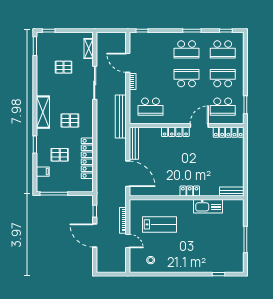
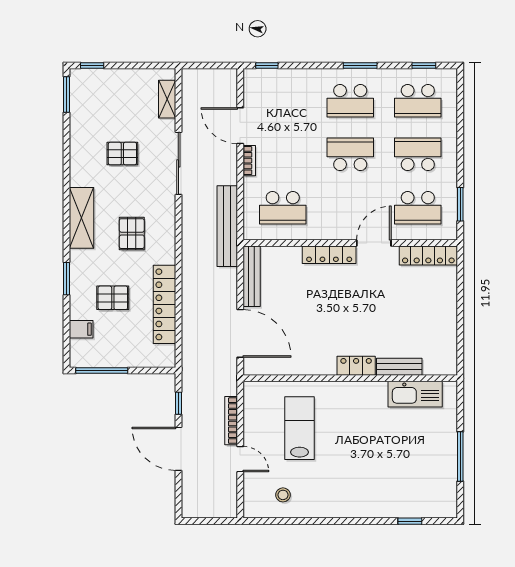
pallet: (64, 67) -> (122, 154), moved
pallet: (70, 120) -> (132, 234), turned 90
bench: (232, 192) -> (399, 367), moved
kitchen sink: (208, 206) -> (415, 394), moved
lab bench: (159, 224) -> (300, 428), turned -90

